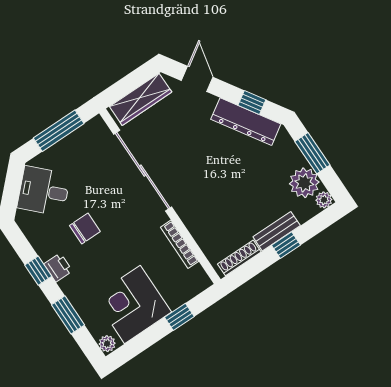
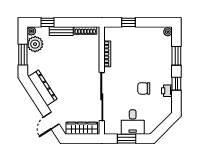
window: (252, 102) -> (34, 94), removed
window: (59, 131) -> (127, 139), width x0.69
desk: (44, 191) -> (133, 122), moved, turned 45
window: (286, 245) -> (47, 22), moved
printer: (58, 267) -> (167, 91), moved
corner desk: (132, 305) -> (145, 41), removed

